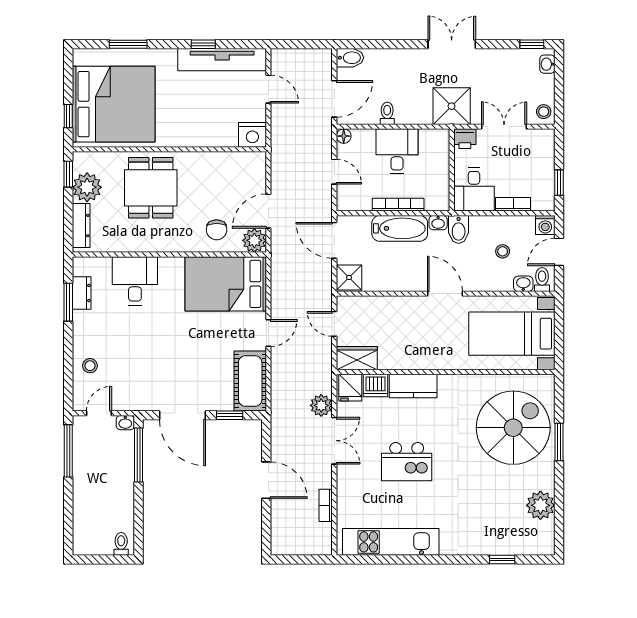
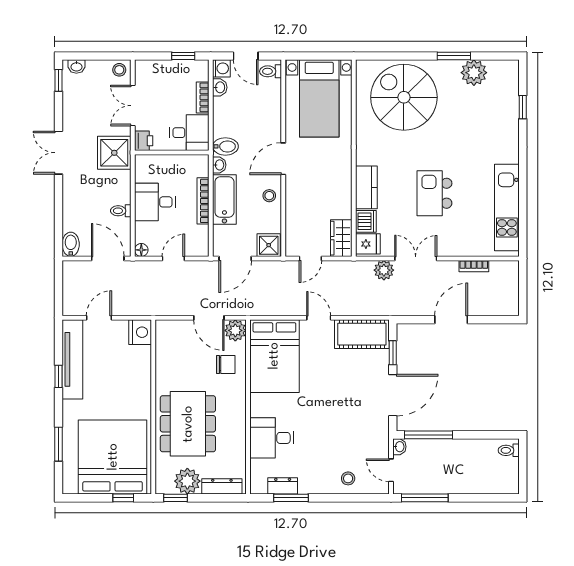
dining table: (151, 188) -> (188, 424), width x1.38
stool: (503, 251) -> (269, 196), moved
washbasin: (523, 284) -> (220, 87), moved, turned 180
window: (559, 442) -> (454, 56), moved
kitchen island: (407, 462) -> (434, 193), turned 180

